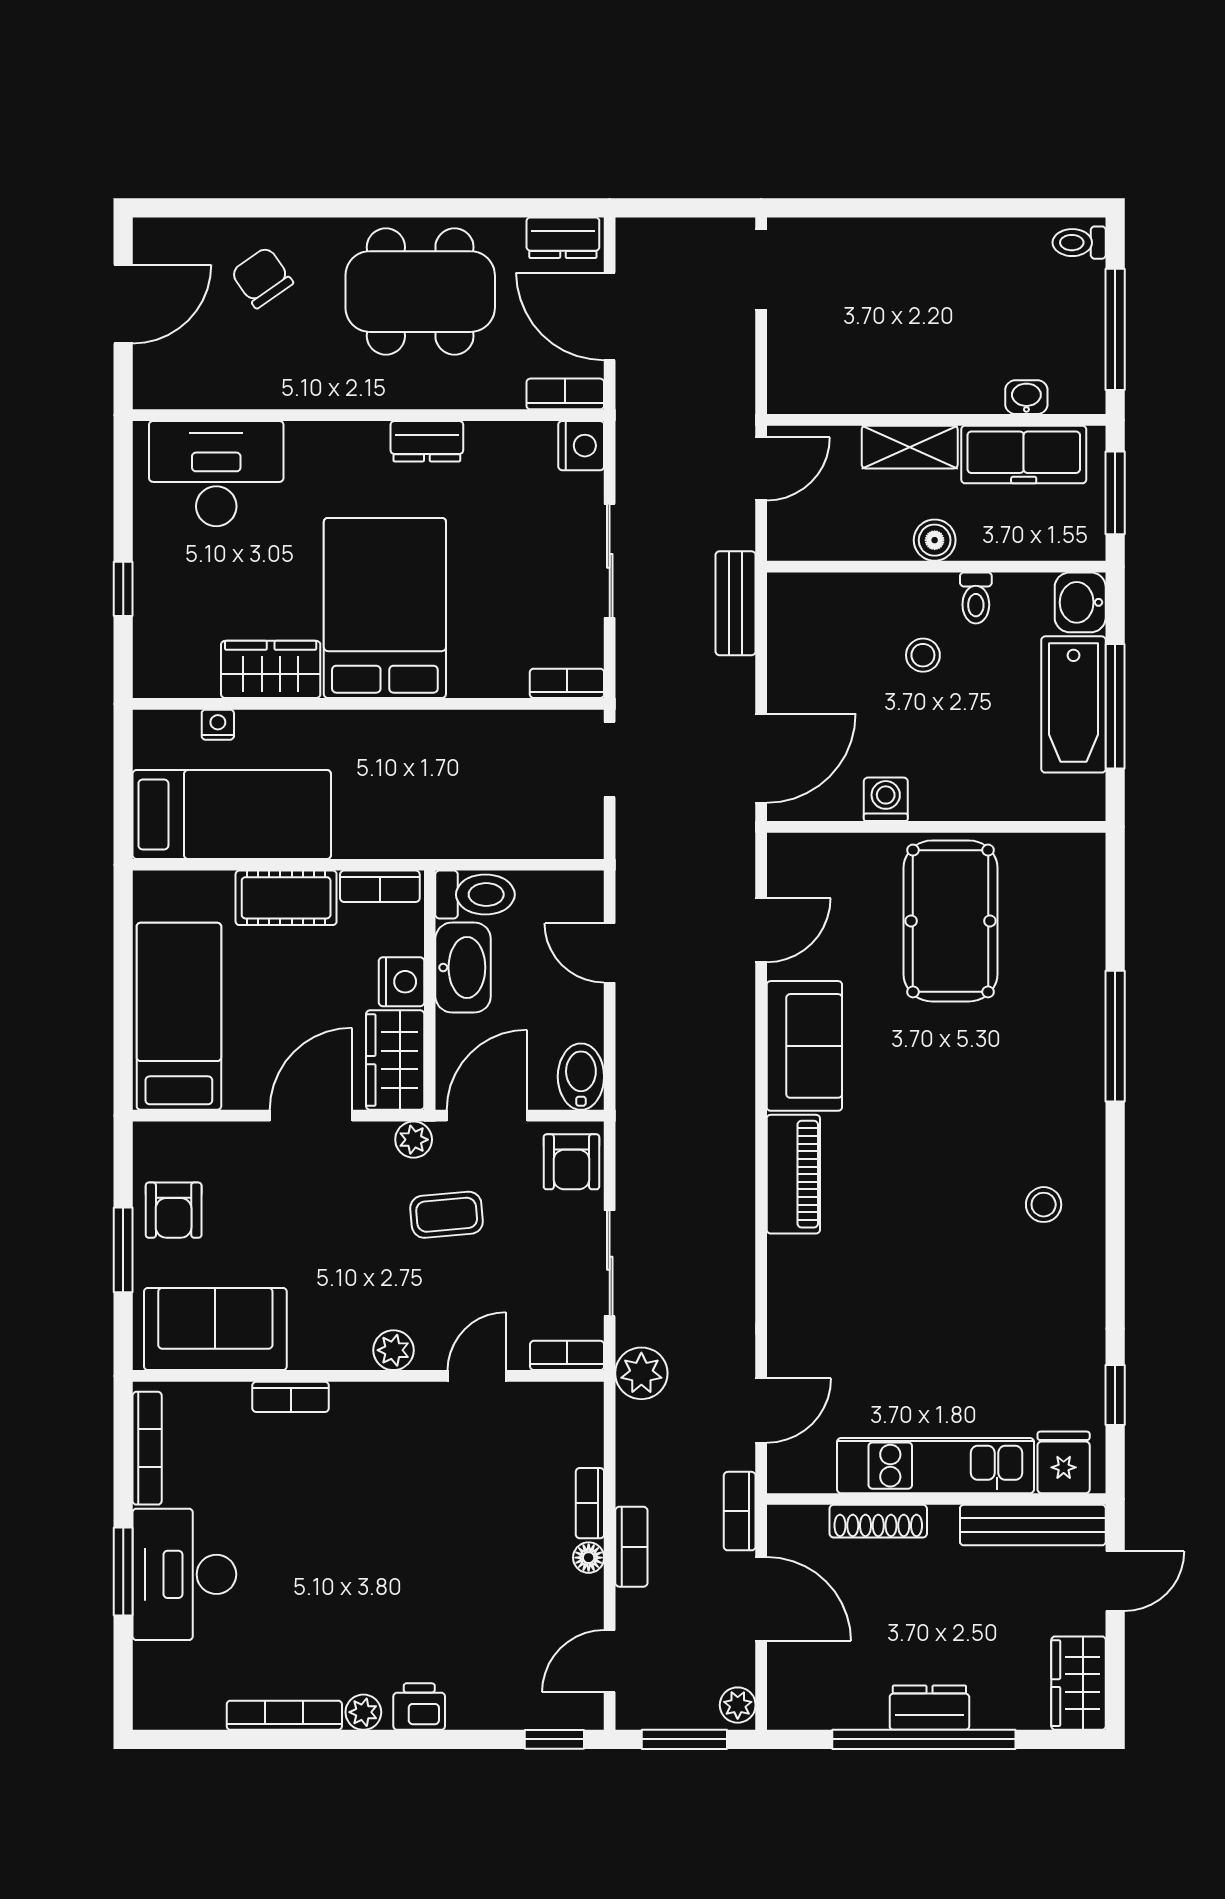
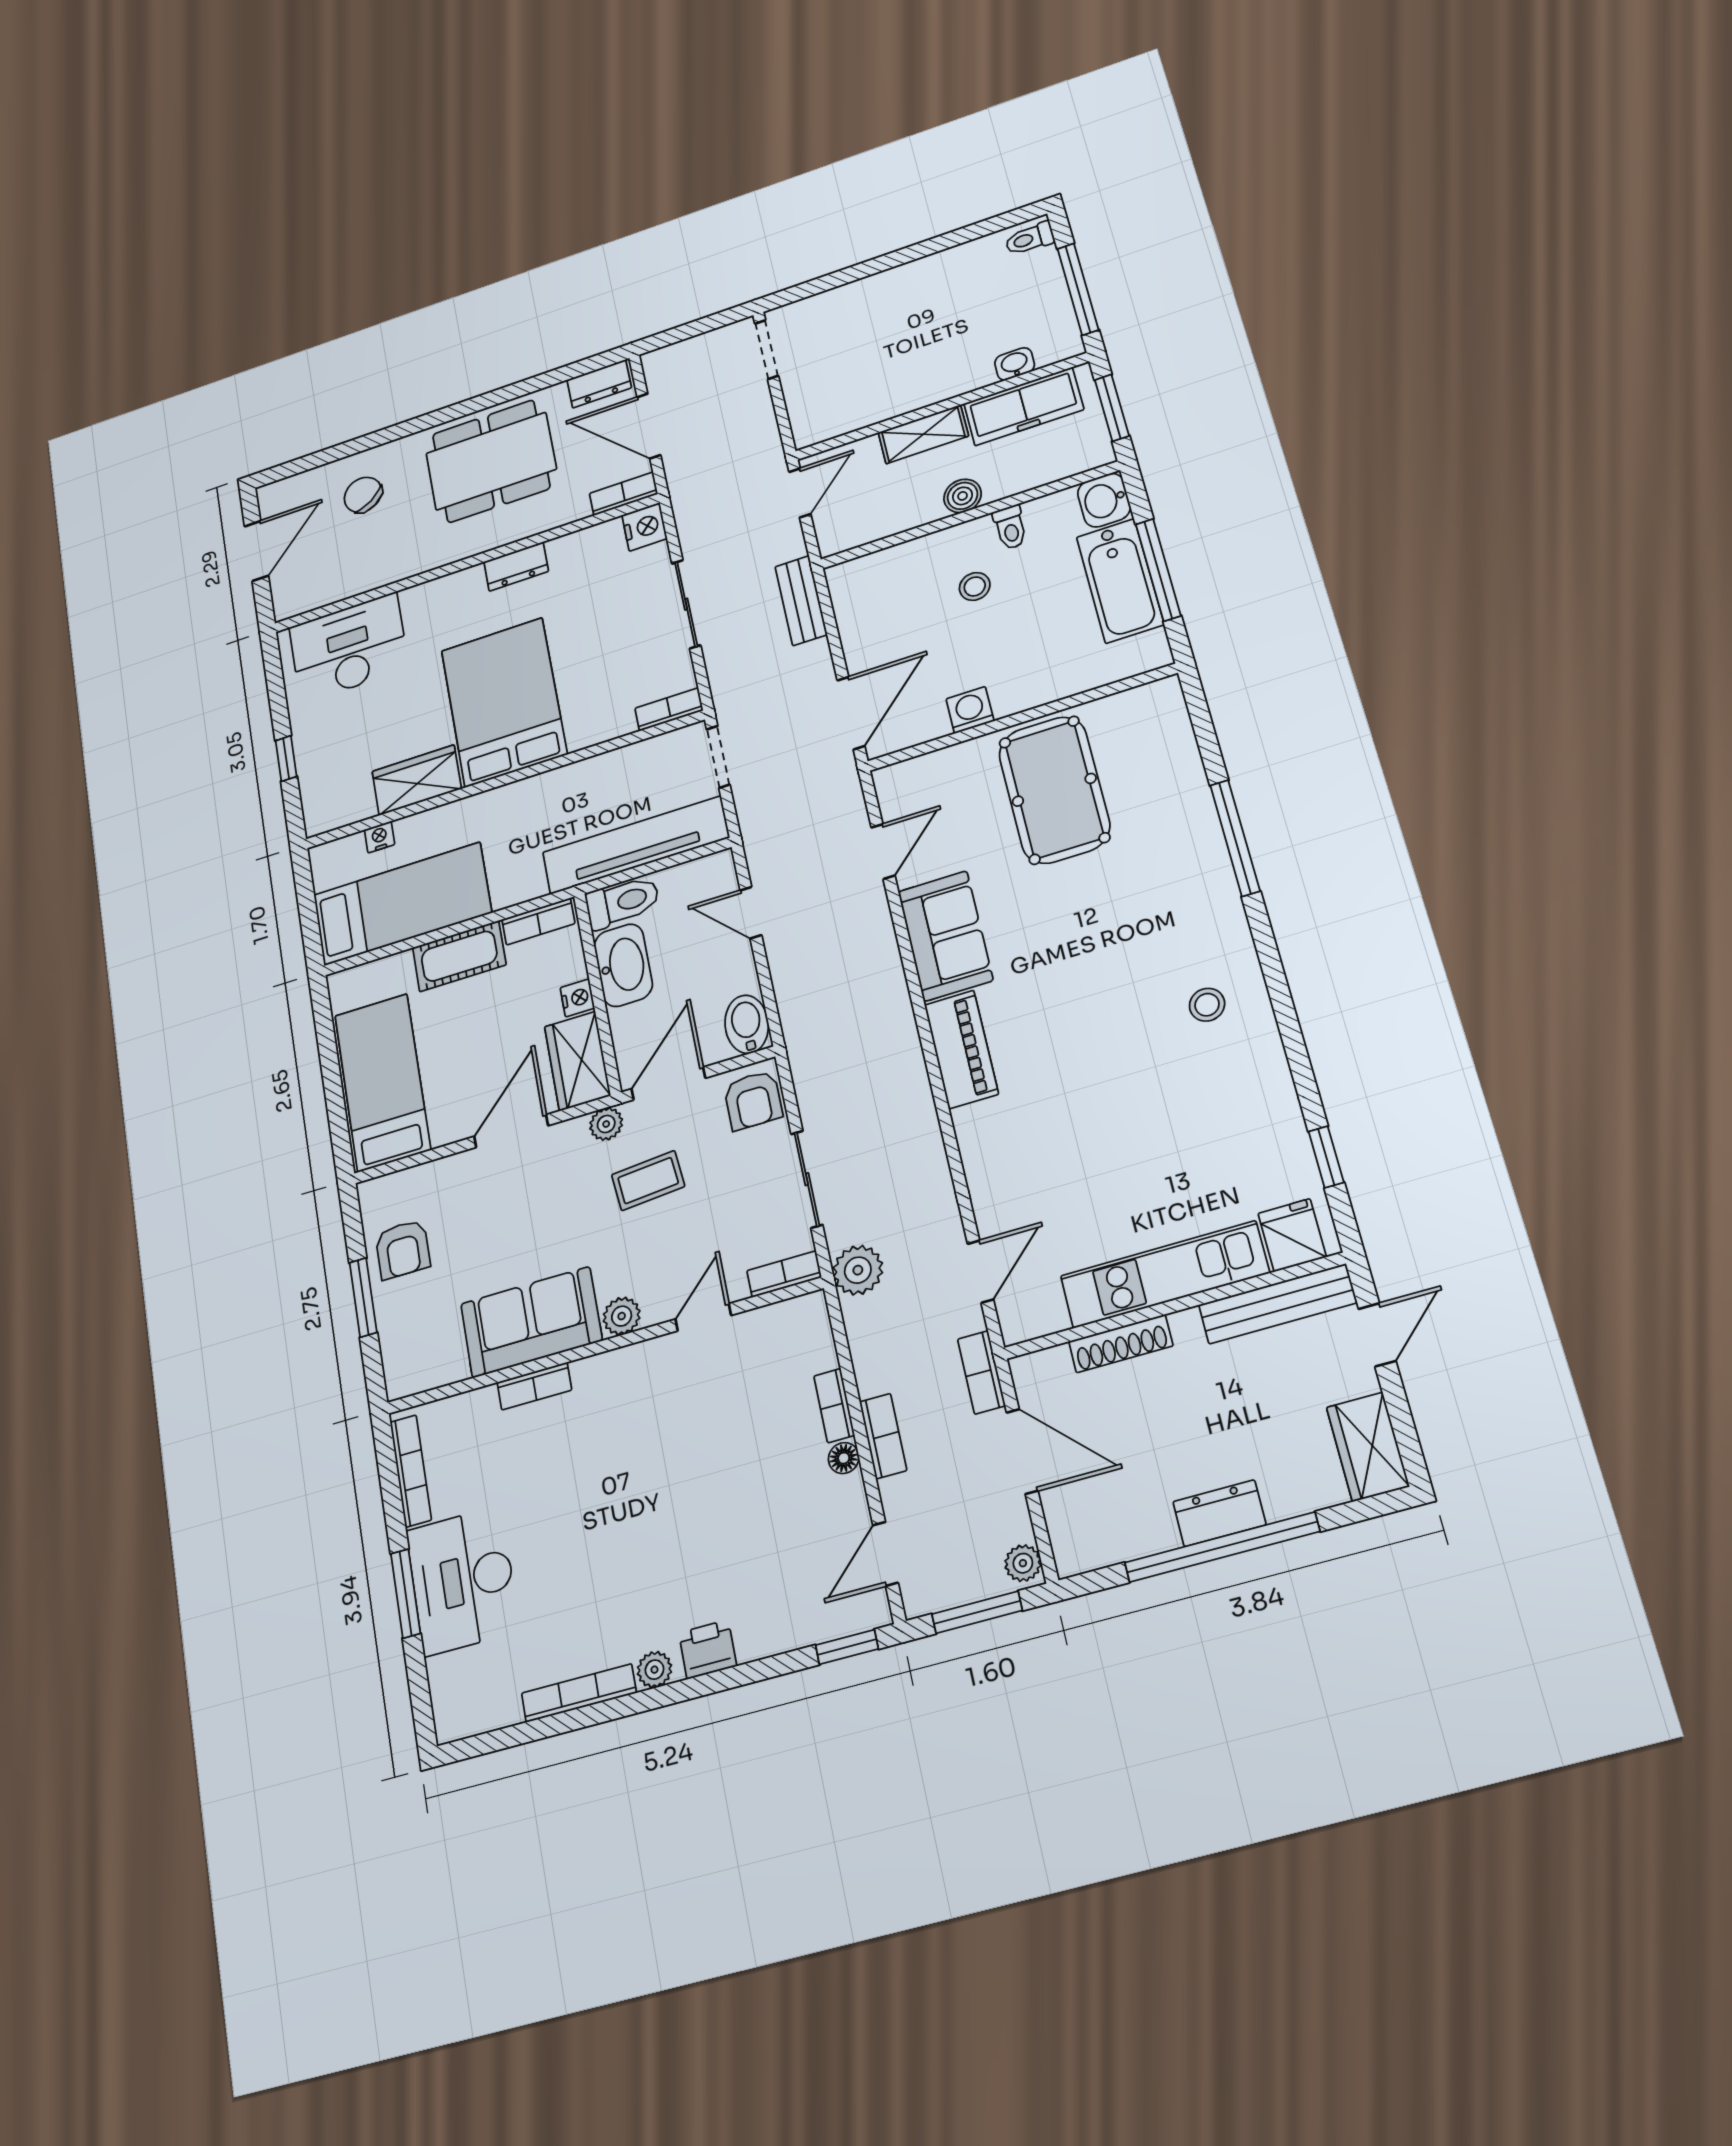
tv unit: (501, 833) -> (636, 845), added
nightstand: (402, 982) -> (577, 998), width x0.72, depth x0.74
sofa: (215, 1329) -> (531, 1322), moved

